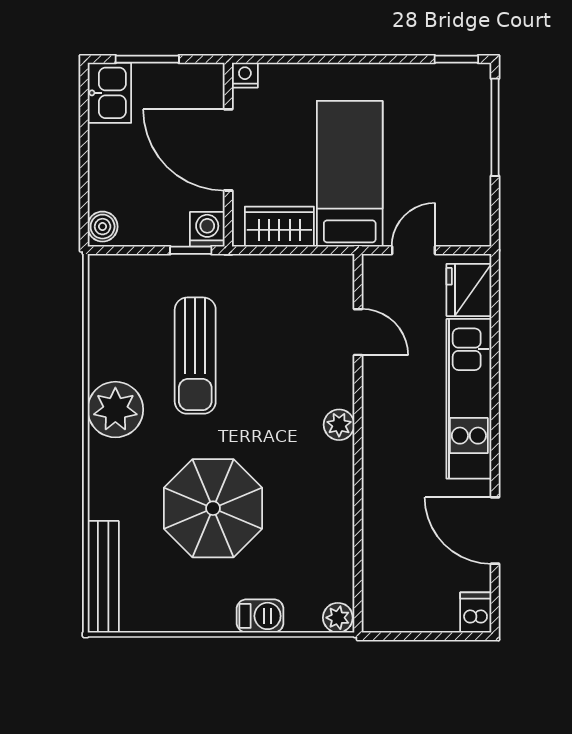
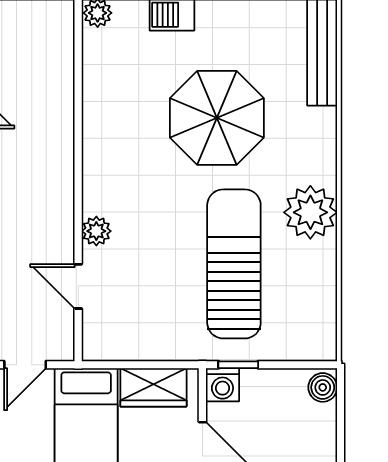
sun lounger: (195, 356) -> (234, 264), width x1.36, depth x1.34
plant: (339, 425) -> (96, 231), moved

